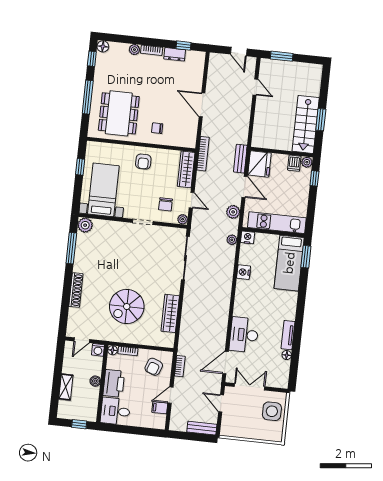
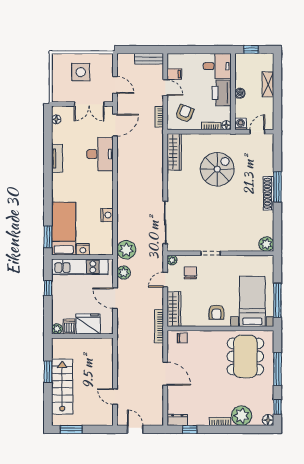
plant: (134, 50) -> (242, 416), width x1.87, depth x1.87
dresser: (175, 54) -> (177, 420), moved
window: (282, 56) -> (71, 429), moved
stairs: (306, 124) -> (62, 387), moved
chair: (157, 128) -> (182, 338), moved
bench: (240, 159) -> (122, 325), removed
armchair: (143, 162) -> (216, 312), turned 180
fridge: (259, 164) -> (88, 324), moved, turned 90
window: (80, 167) -> (277, 300), width x2.17
window: (314, 178) -> (48, 288), moved
bed with nightstands: (103, 190) -> (252, 301), moved, turned 180
door: (192, 200) -> (165, 280), hinge flipped
nightstand: (248, 237) -> (83, 249), moved
plant: (232, 240) -> (126, 250), width x1.87, depth x1.87
window: (71, 248) -> (277, 187), moved
shoe rack: (76, 290) -> (268, 193), moved
wardrobe: (170, 313) -> (174, 152), moved
floor lamp: (287, 355) -> (56, 119), moved
door: (171, 395) -> (165, 88), hinge flipped
side table: (272, 411) -> (81, 72), moved
bench: (202, 428) -> (149, 59), moved

